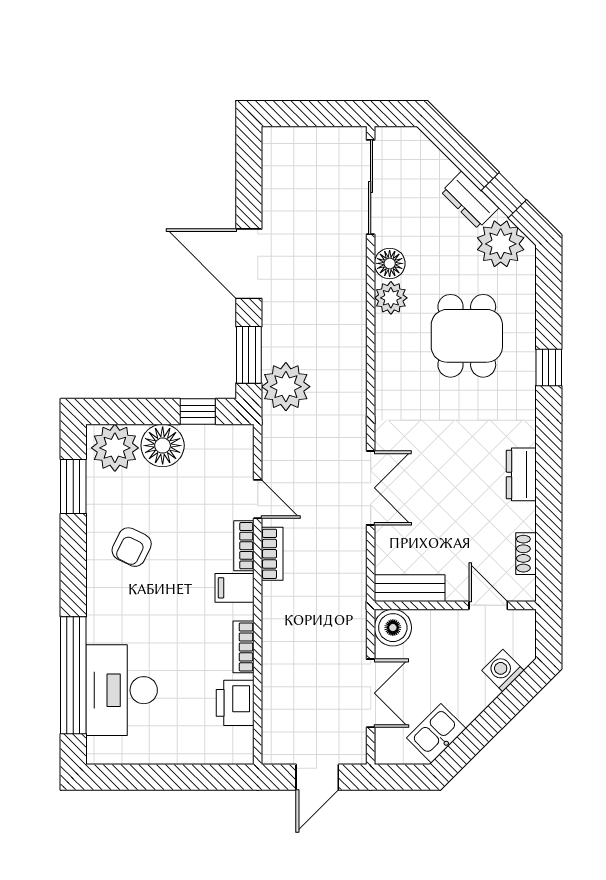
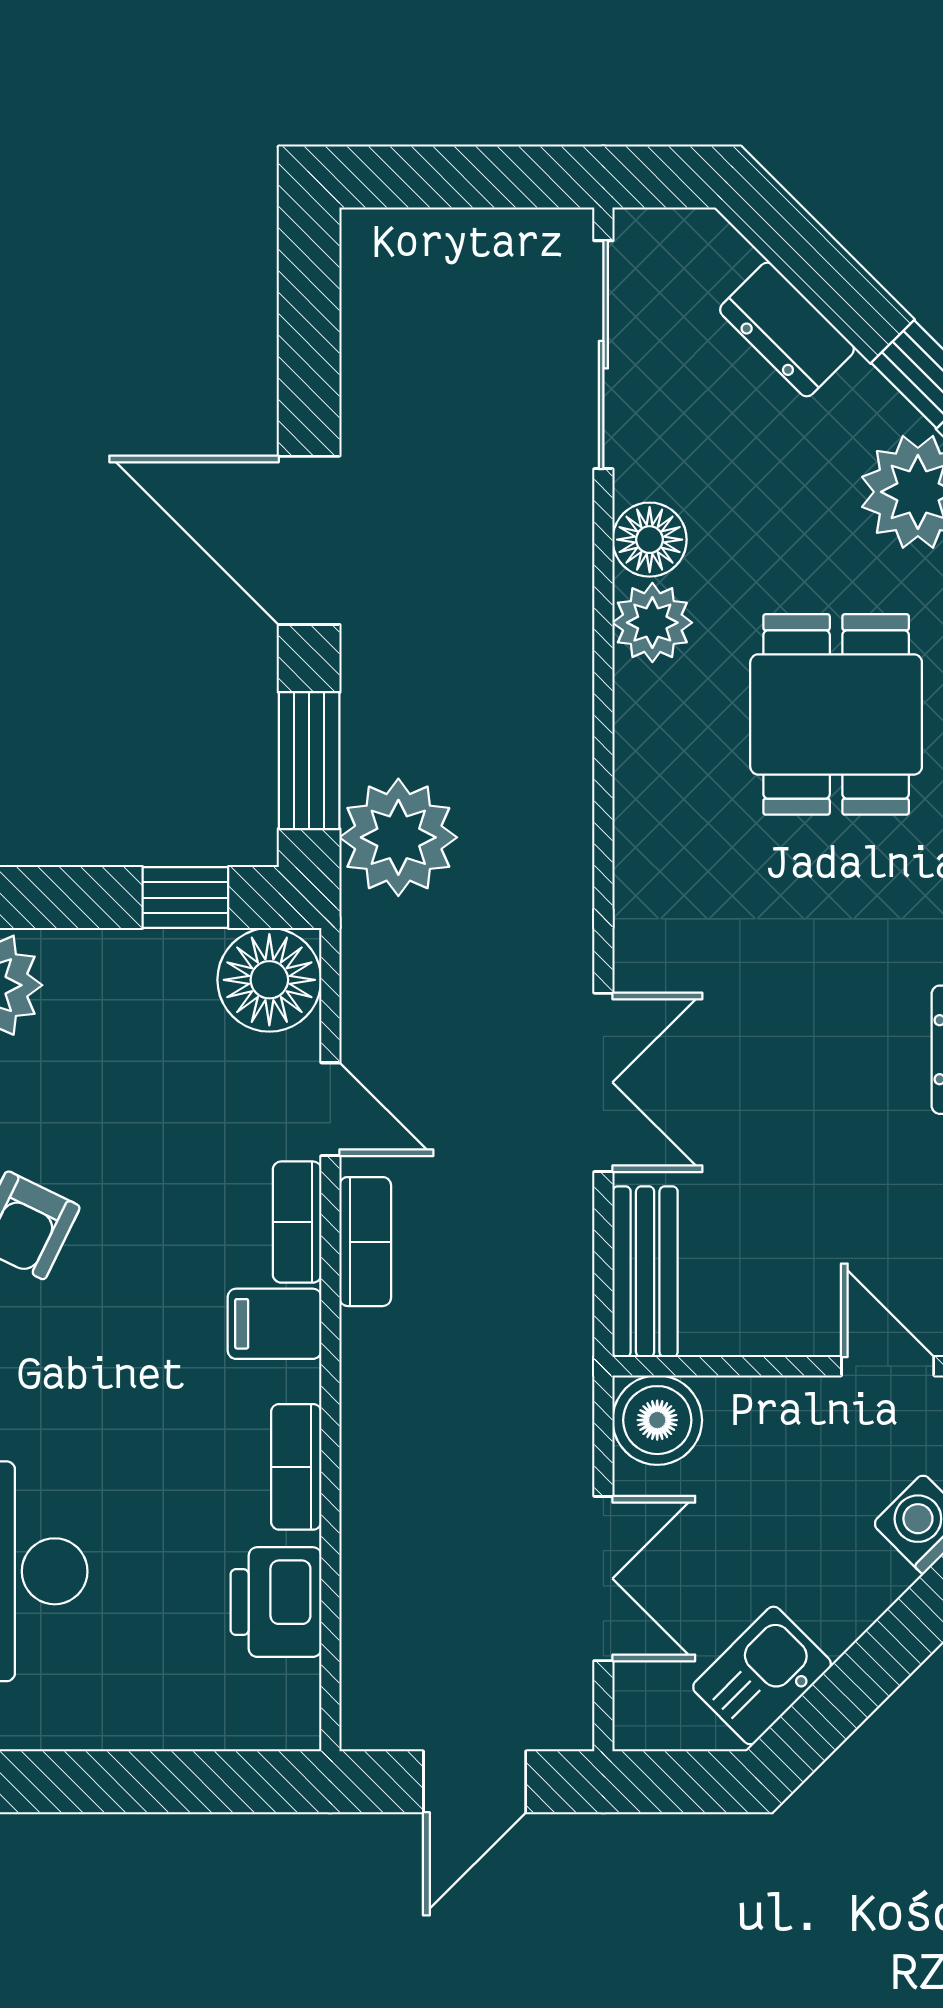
dresser: (470, 200) -> (787, 329), moved
floor lamp: (163, 446) -> (269, 980), moved
bench: (410, 588) -> (645, 1272), moved, turned 90

